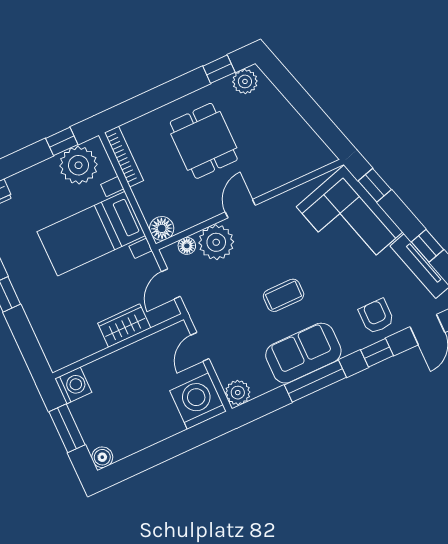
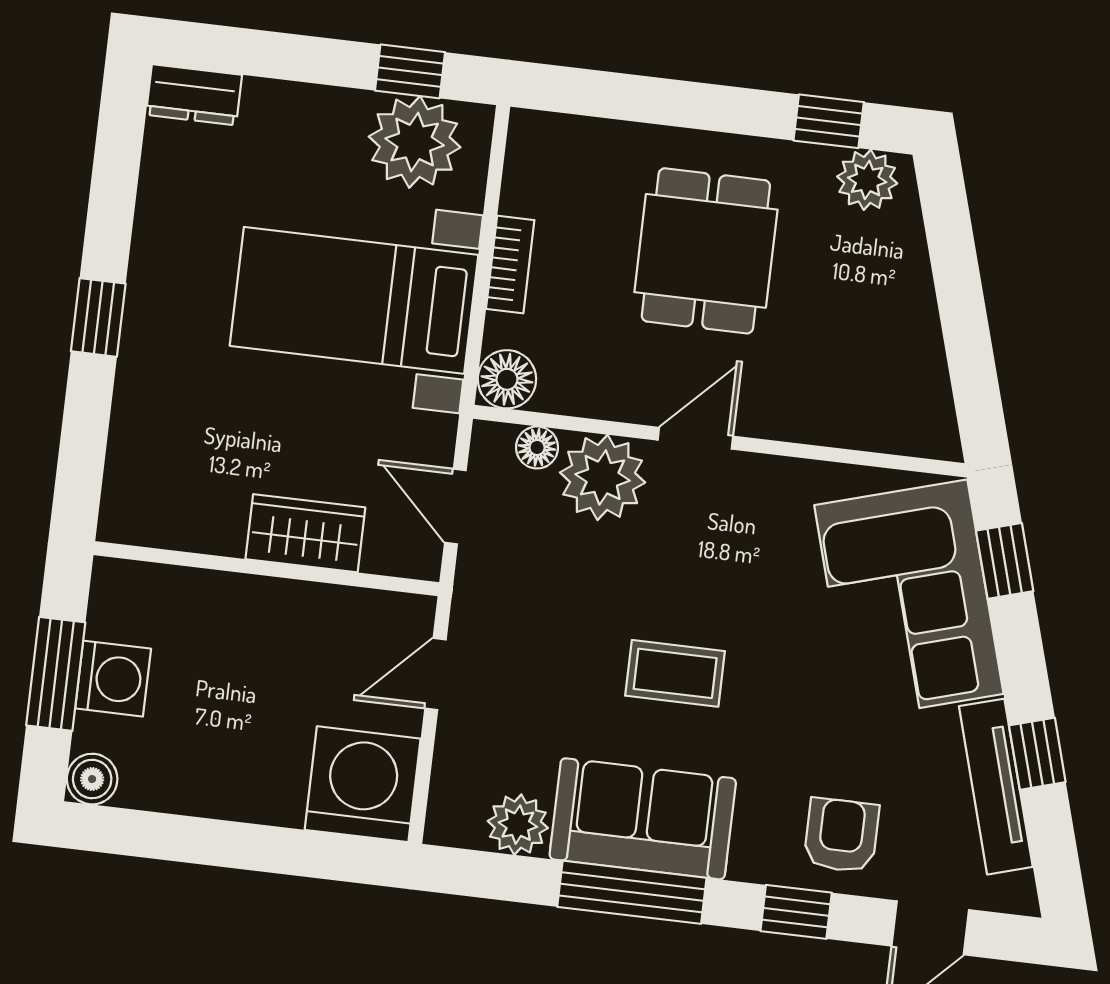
bookcase: (124, 157) -> (510, 264), moved, width x0.64
door: (171, 284) -> (455, 506), hinge flipped
washing machine: (73, 385) -> (113, 679), moved
plant: (238, 393) -> (518, 825), moved

